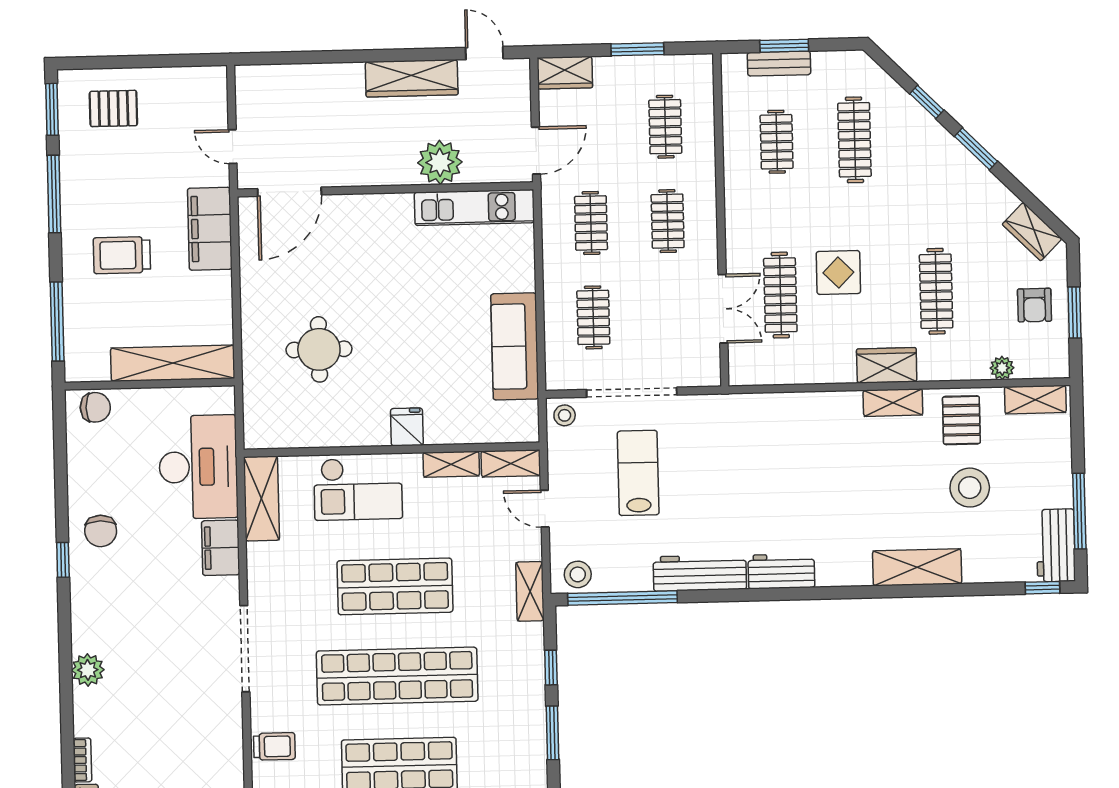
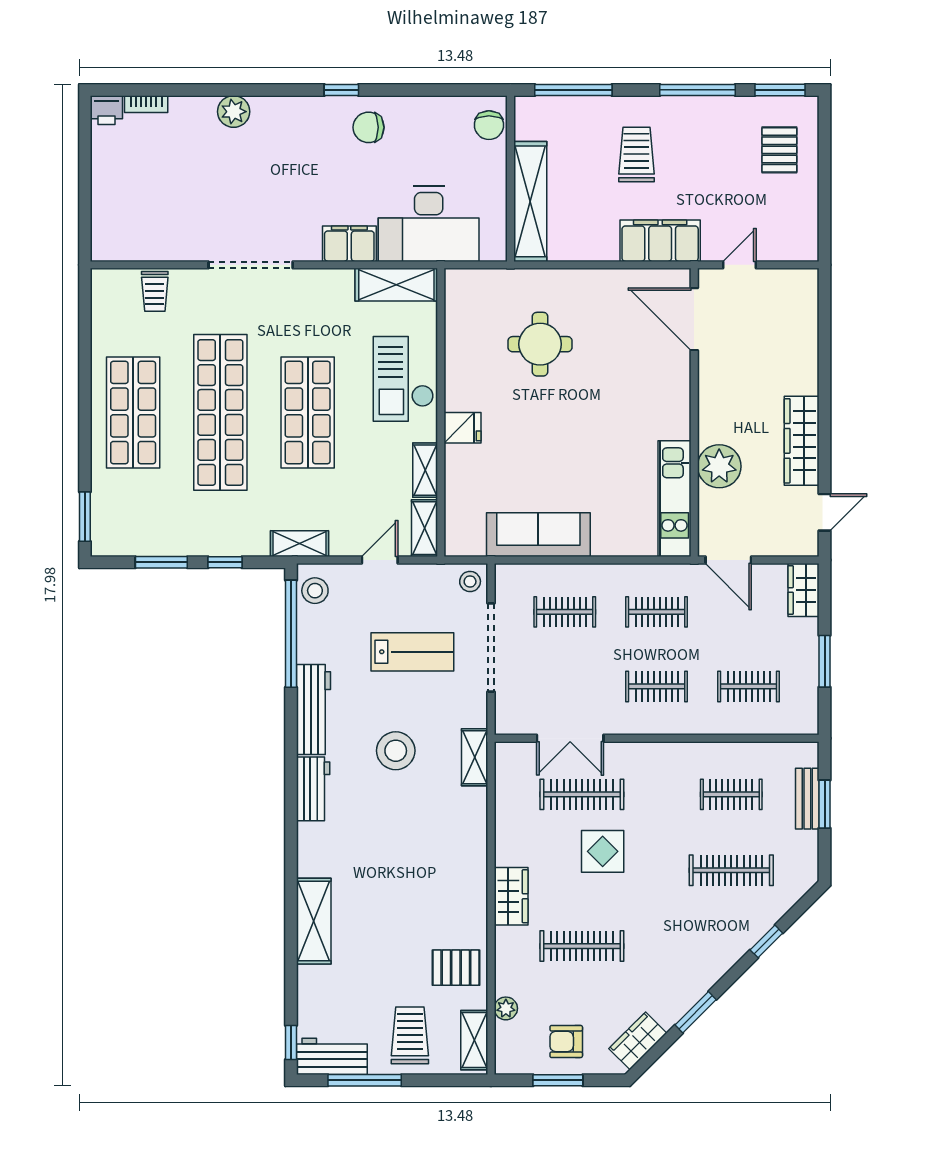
window: (976, 149) -> (696, 1012), moved
shelving: (893, 403) -> (475, 757), moved
trolley: (1032, 466) -> (410, 1035), added
stool: (970, 488) -> (396, 751), moved

